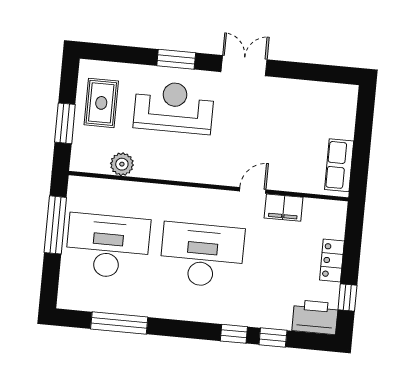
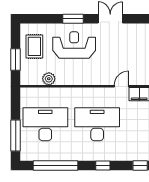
window: (55, 225) -> (16, 135), moved
window: (119, 323) -> (55, 166), width x1.46
window: (234, 334) -> (103, 166), moved

